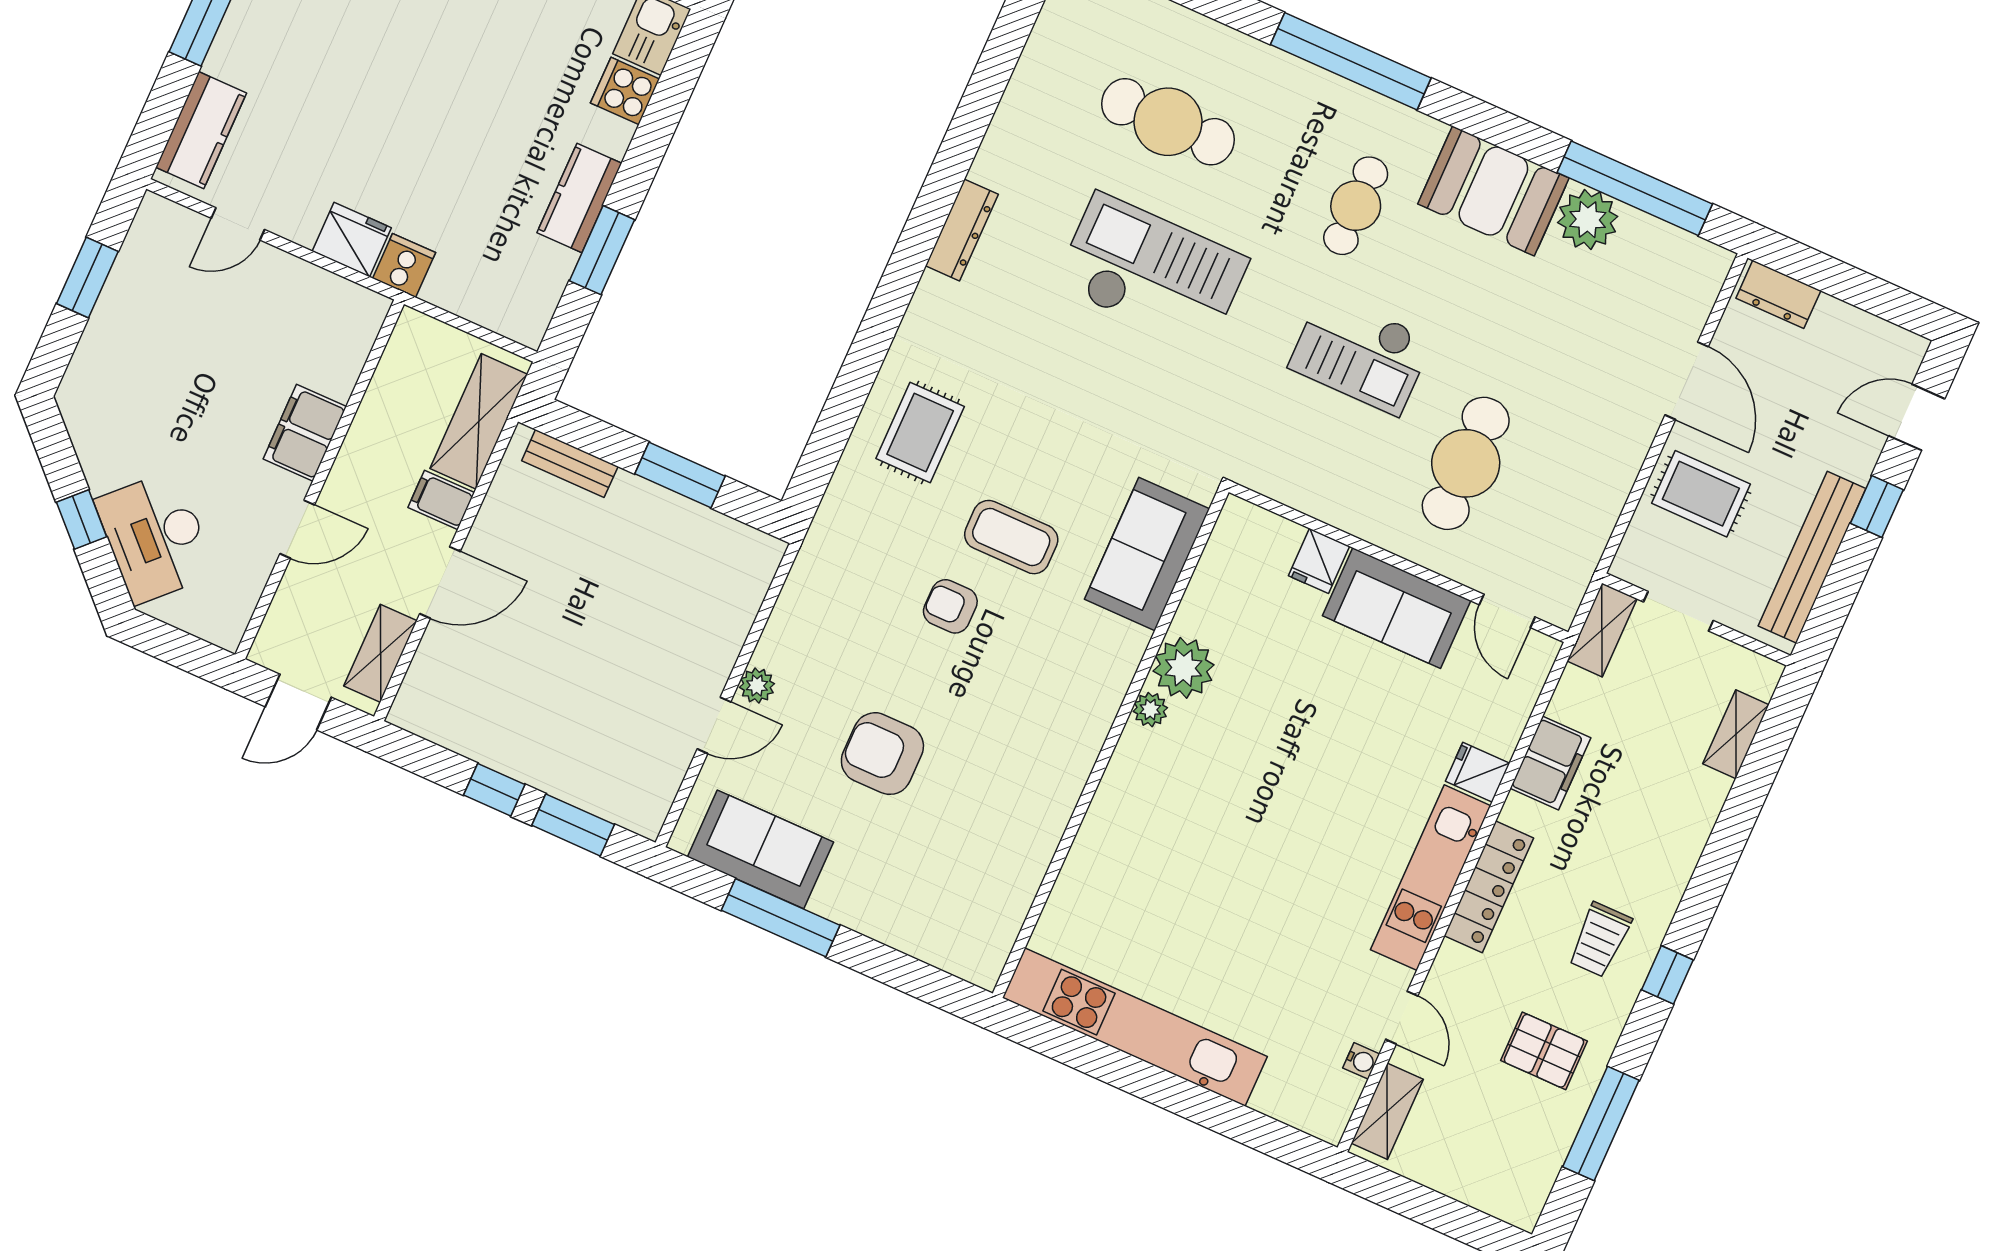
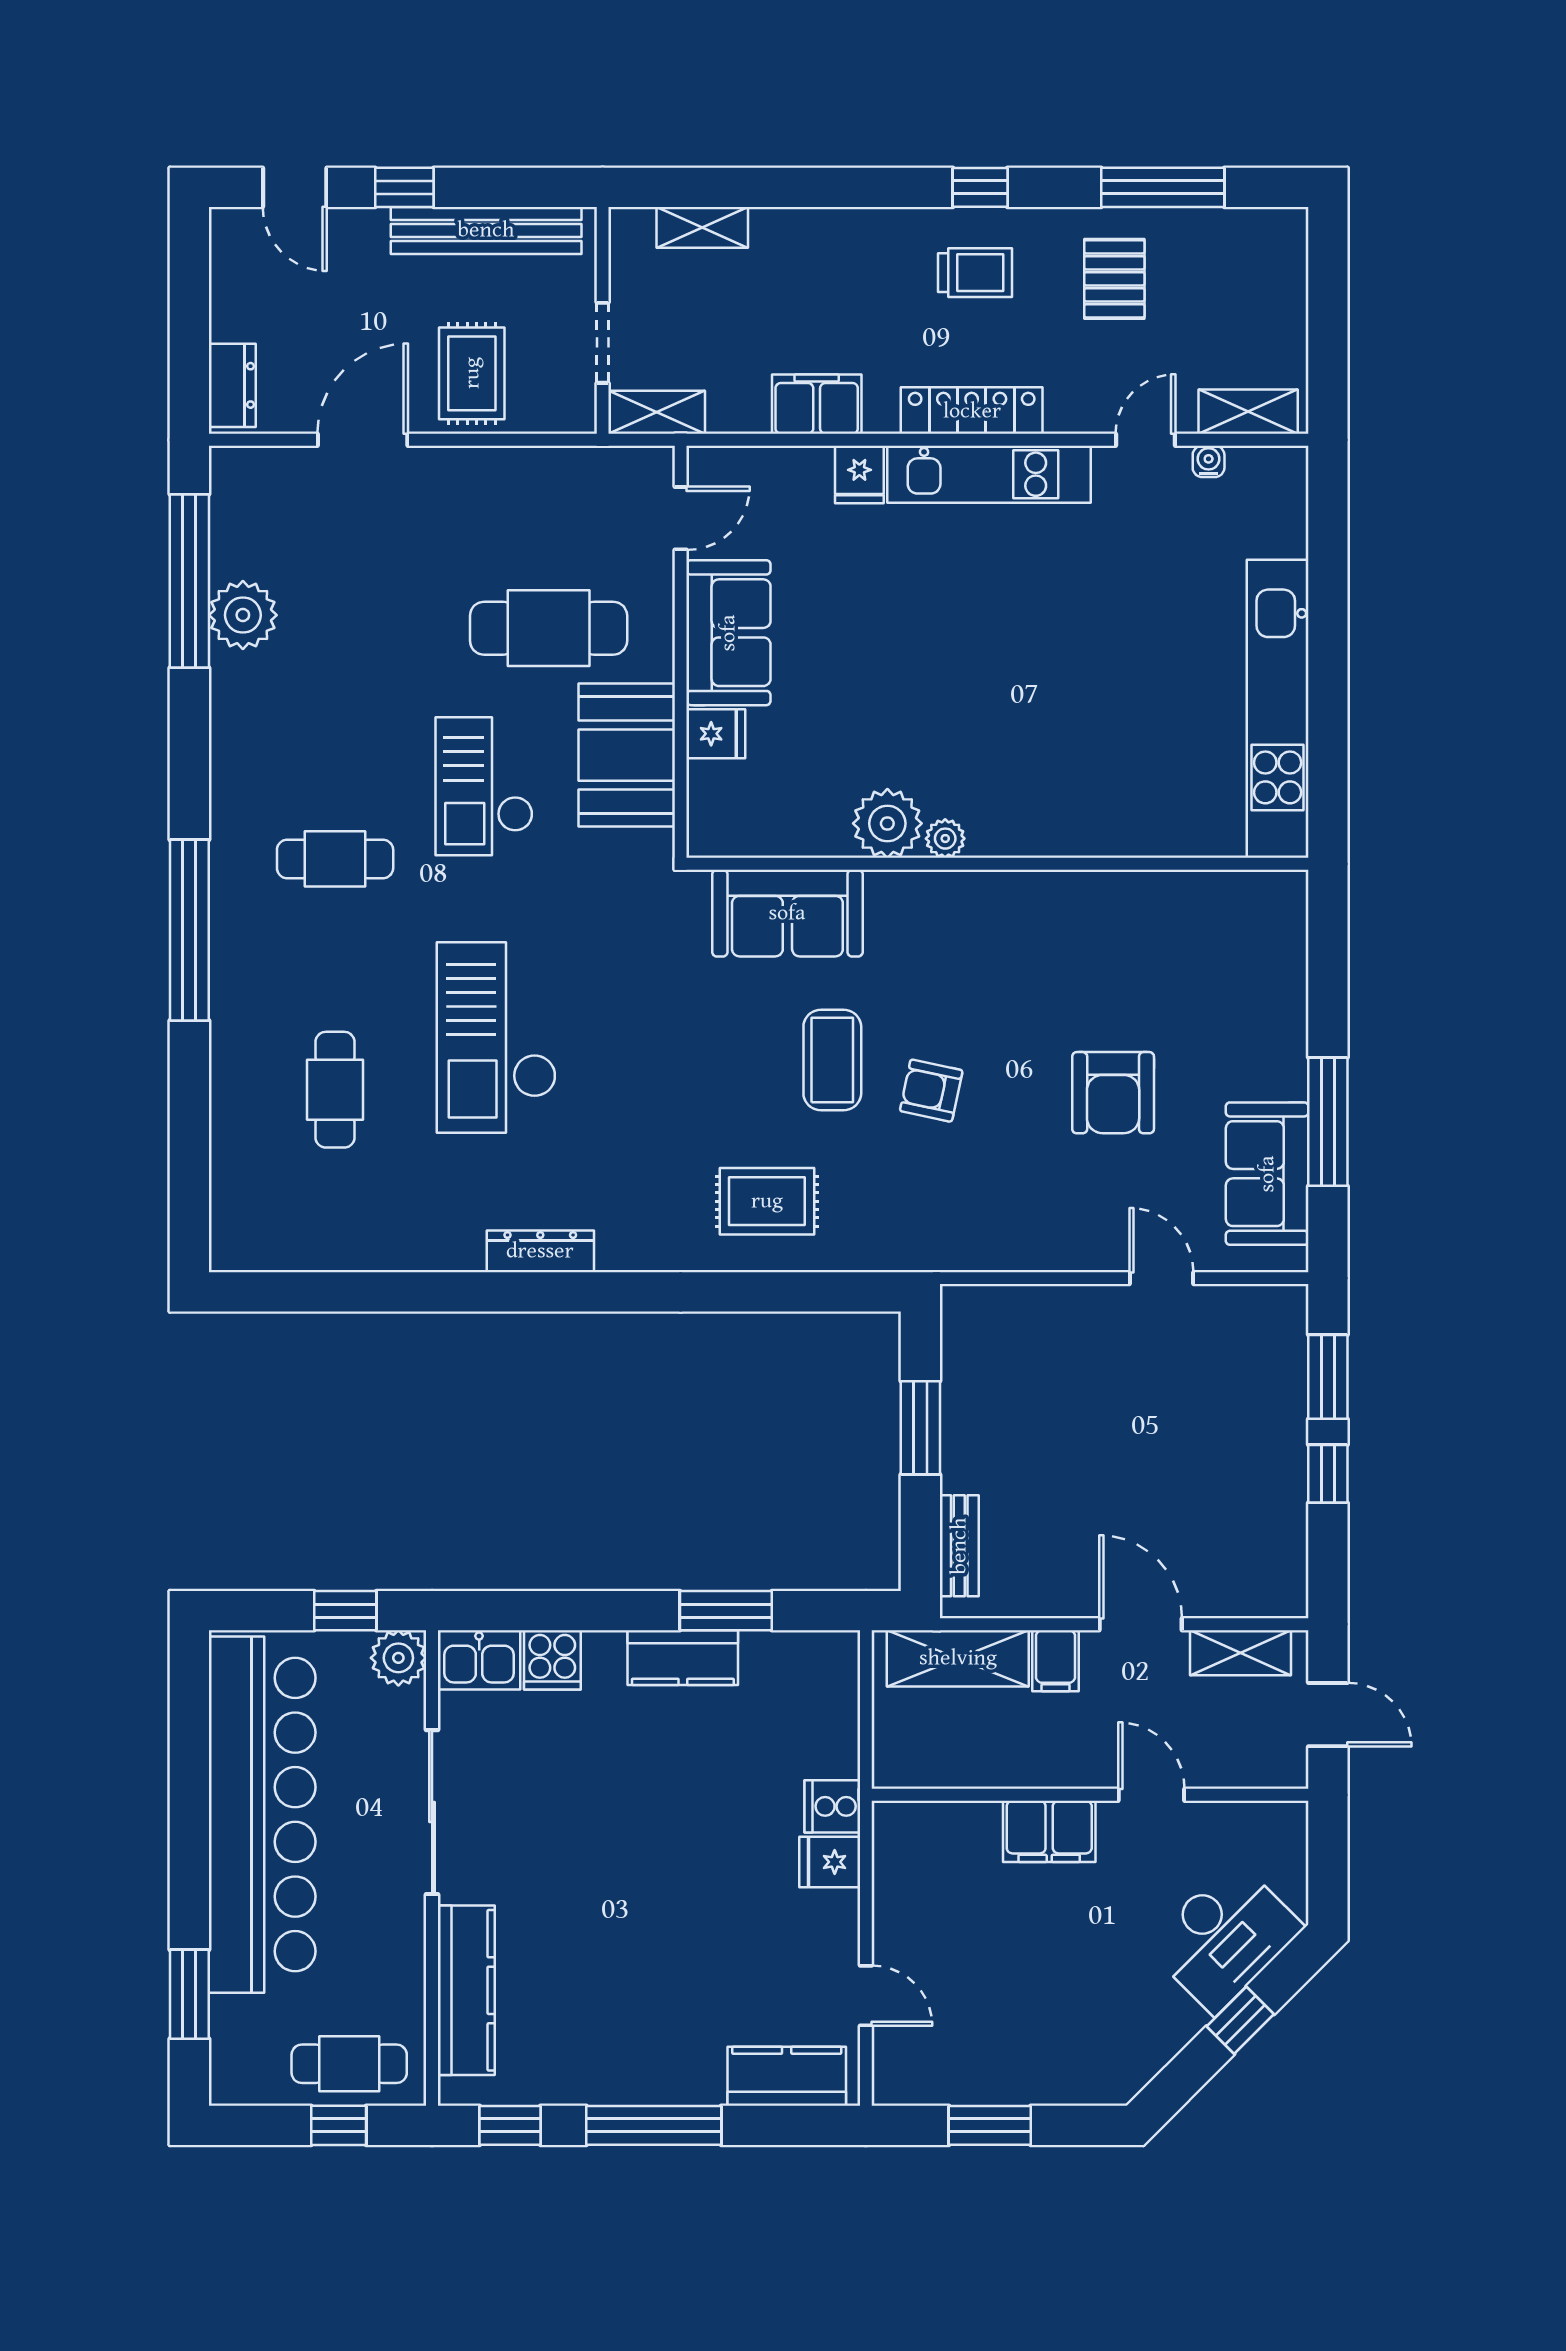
cafe table: (1168, 122) -> (335, 1090), width x0.73, depth x0.74
booth: (1493, 191) -> (627, 755), moved
fridge: (352, 240) -> (830, 1862), width x0.72
checkout: (1361, 353) -> (484, 786), turned 180
armchair: (950, 606) -> (931, 1091), turned 102
plant: (757, 686) -> (1101, 1252), removed

